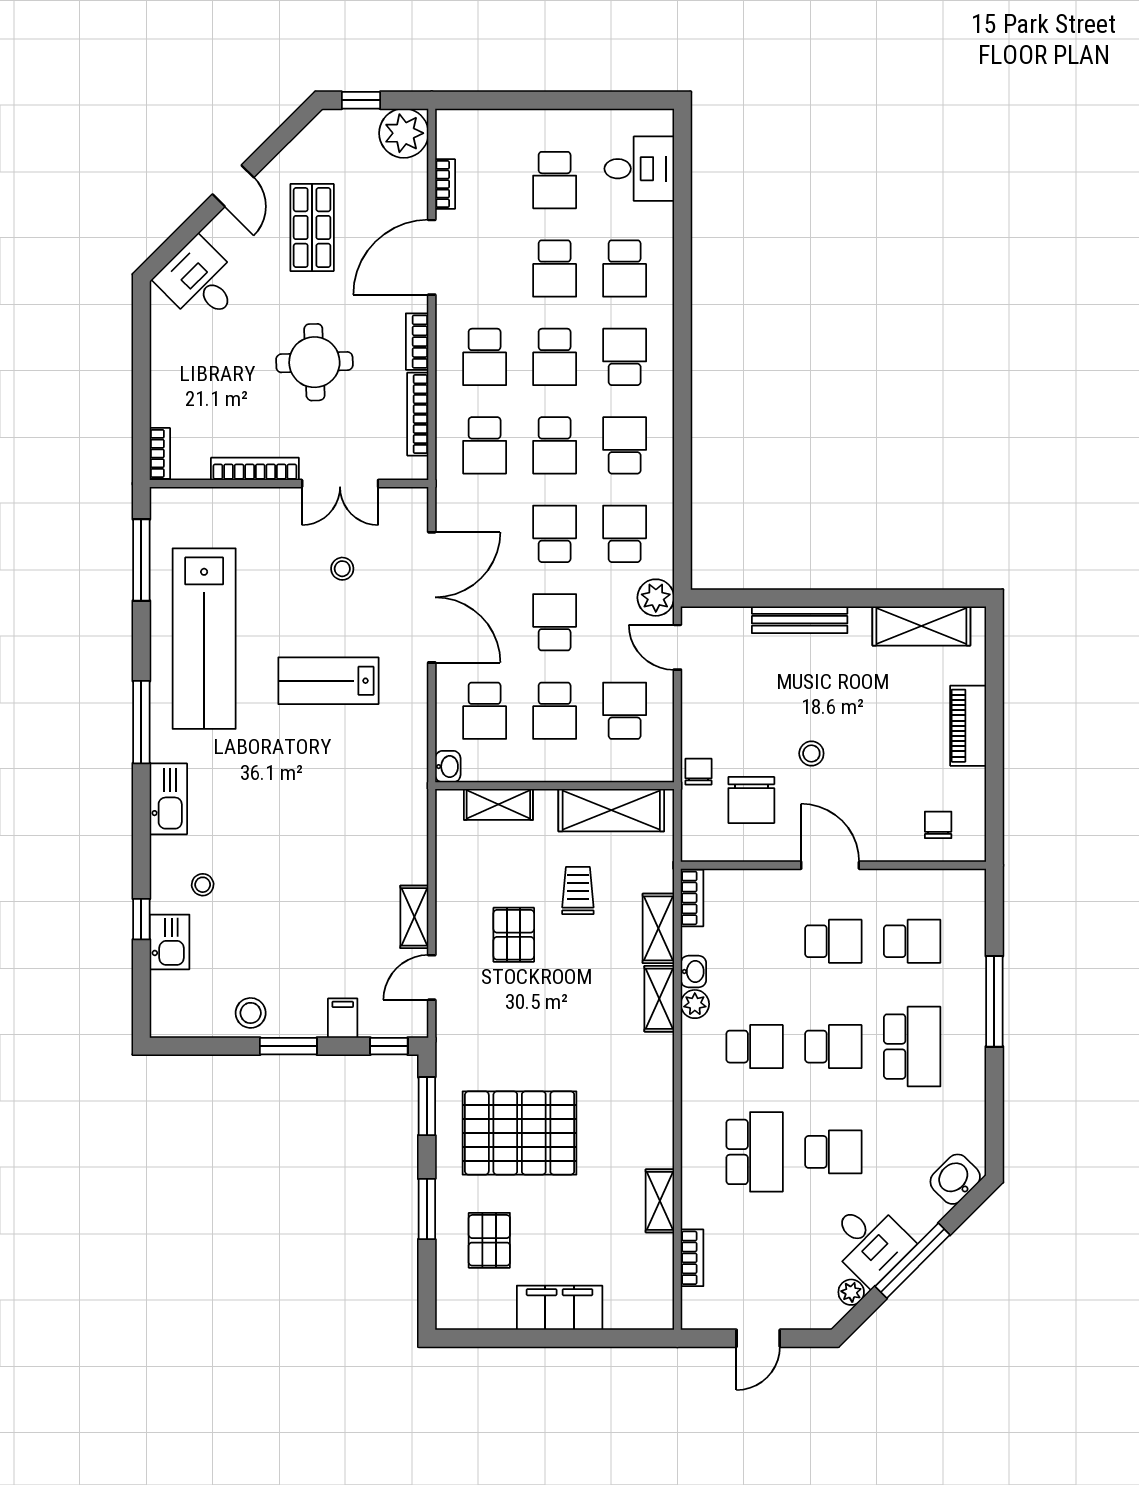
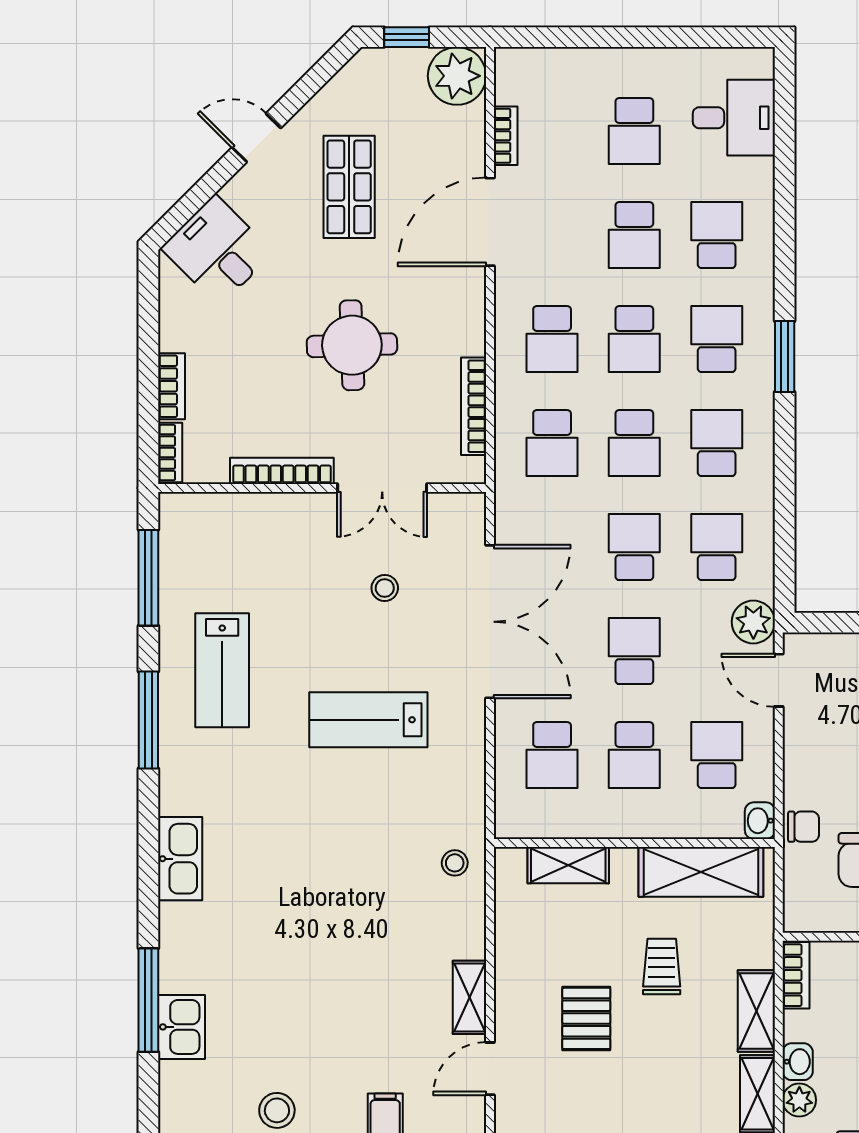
door: (233, 186) -> (256, 138), swing flipped
school desk: (625, 268) -> (717, 235), turned 180
bookcase: (417, 342) -> (171, 386), moved, turned 180
window: (682, 372) -> (785, 357), added
lab bench: (204, 639) -> (222, 670), width x0.54, depth x0.72
window: (141, 722) -> (148, 720), moved
washbasin: (448, 767) -> (760, 821), moved, turned 180
chair: (699, 772) -> (804, 827), turned 90
stool: (203, 885) -> (455, 863), moved
window: (141, 919) -> (148, 1000), width x2.17

